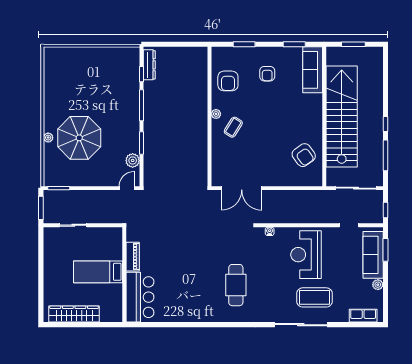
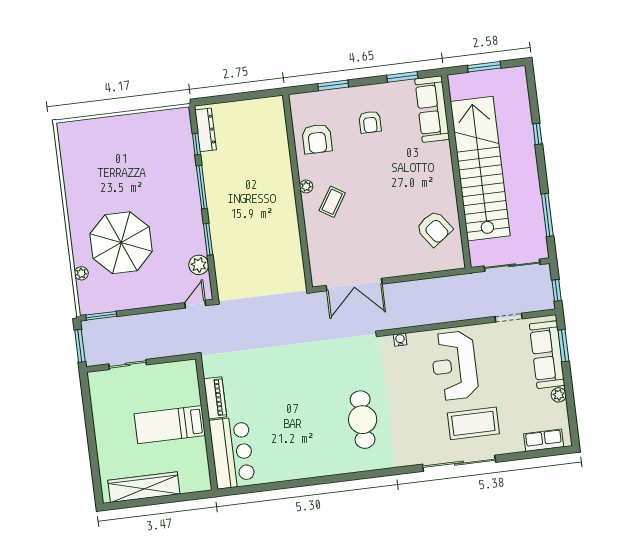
window: (385, 124) -> (537, 134), moved
plant: (48, 138) -> (81, 273), moved

